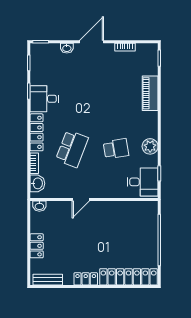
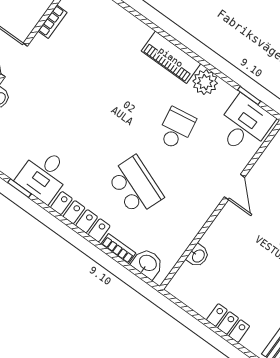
piano: (150, 93) -> (171, 57), moved
door: (81, 199) -> (235, 187), moved
washbasin: (39, 206) -> (198, 256), moved

